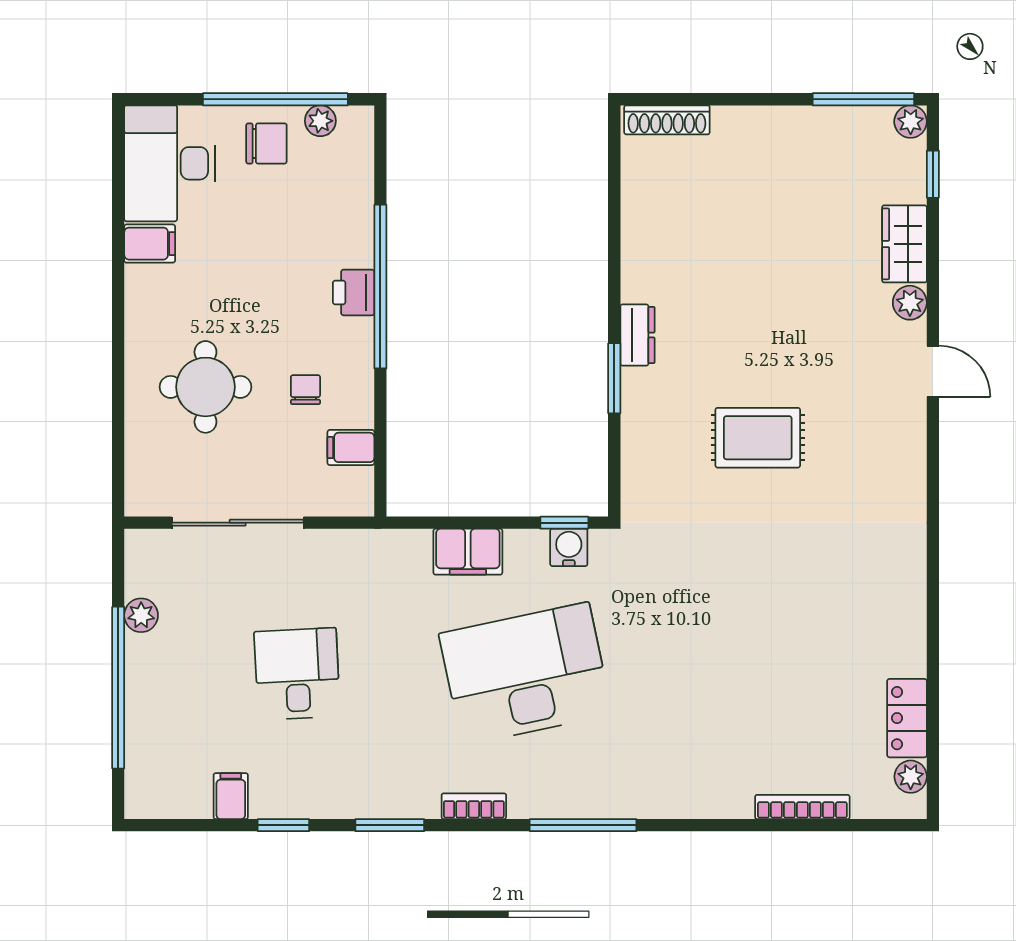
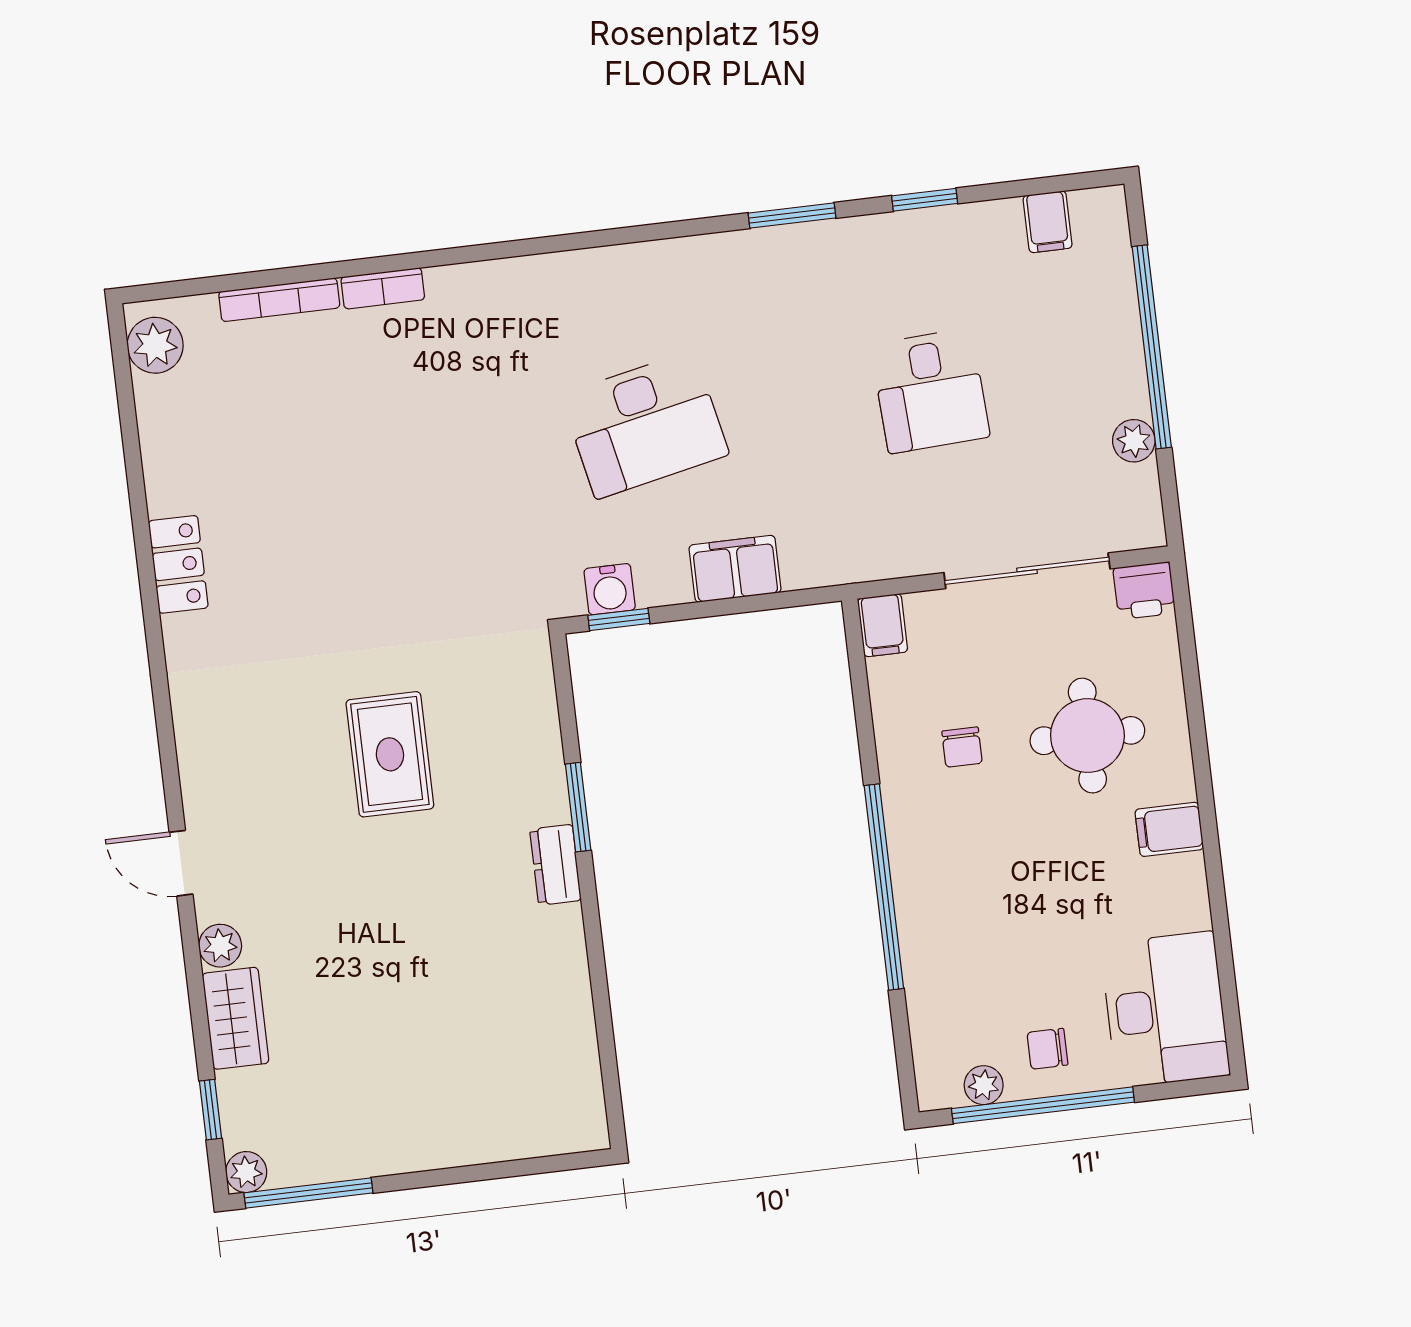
shoe rack: (667, 120) -> (551, 1138), removed
chair: (266, 143) -> (1048, 1049), width x0.73, depth x0.73
filing cabinet: (150, 244) -> (1169, 829), moved
printer: (354, 292) -> (1144, 591), moved, turned 90
rug: (758, 438) -> (390, 754), turned 90
filing cabinet: (351, 447) -> (883, 625), moved, turned 90
desk: (526, 674) -> (645, 425), width x0.73, depth x0.77
locker: (907, 718) -> (178, 564), moved
plant: (911, 777) -> (155, 345), width x1.38, depth x1.38
filing cabinet: (231, 796) -> (1048, 222), moved
bookcase: (474, 806) -> (383, 288), moved
window: (583, 825) -> (550, 244), removed

